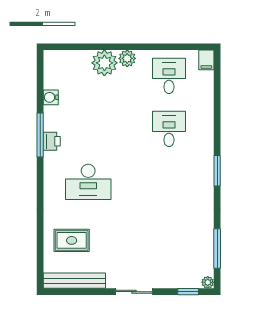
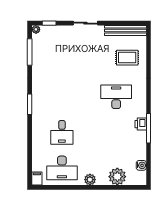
plant: (104, 63) -> (117, 177), moved
desk: (169, 76) -> (62, 168), width x1.37
water cooler: (51, 97) -> (141, 165), moved

